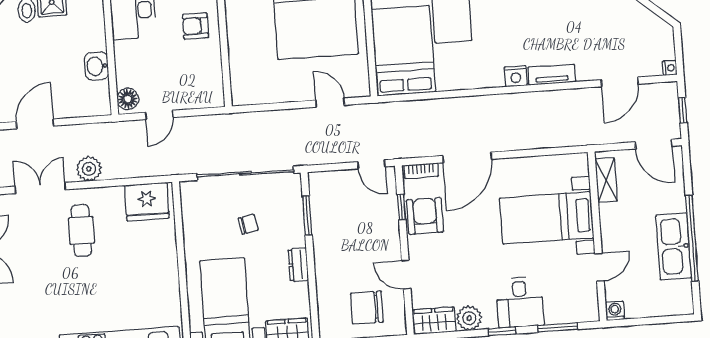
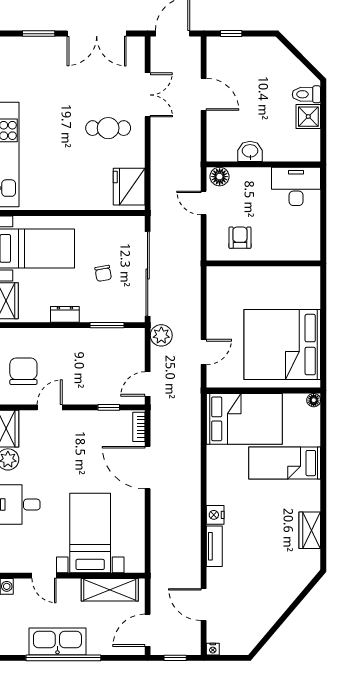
armchair: (195, 26) -> (240, 238), moved
plant: (89, 169) -> (161, 335), moved
shelving: (606, 180) -> (110, 590), width x1.50, depth x1.33
armchair: (425, 216) -> (99, 427), removed

